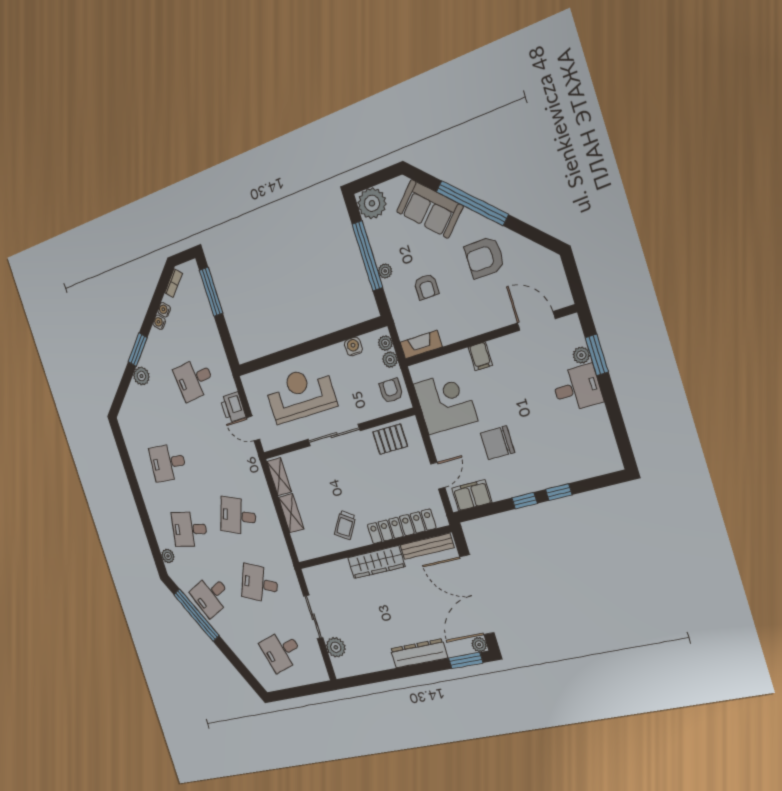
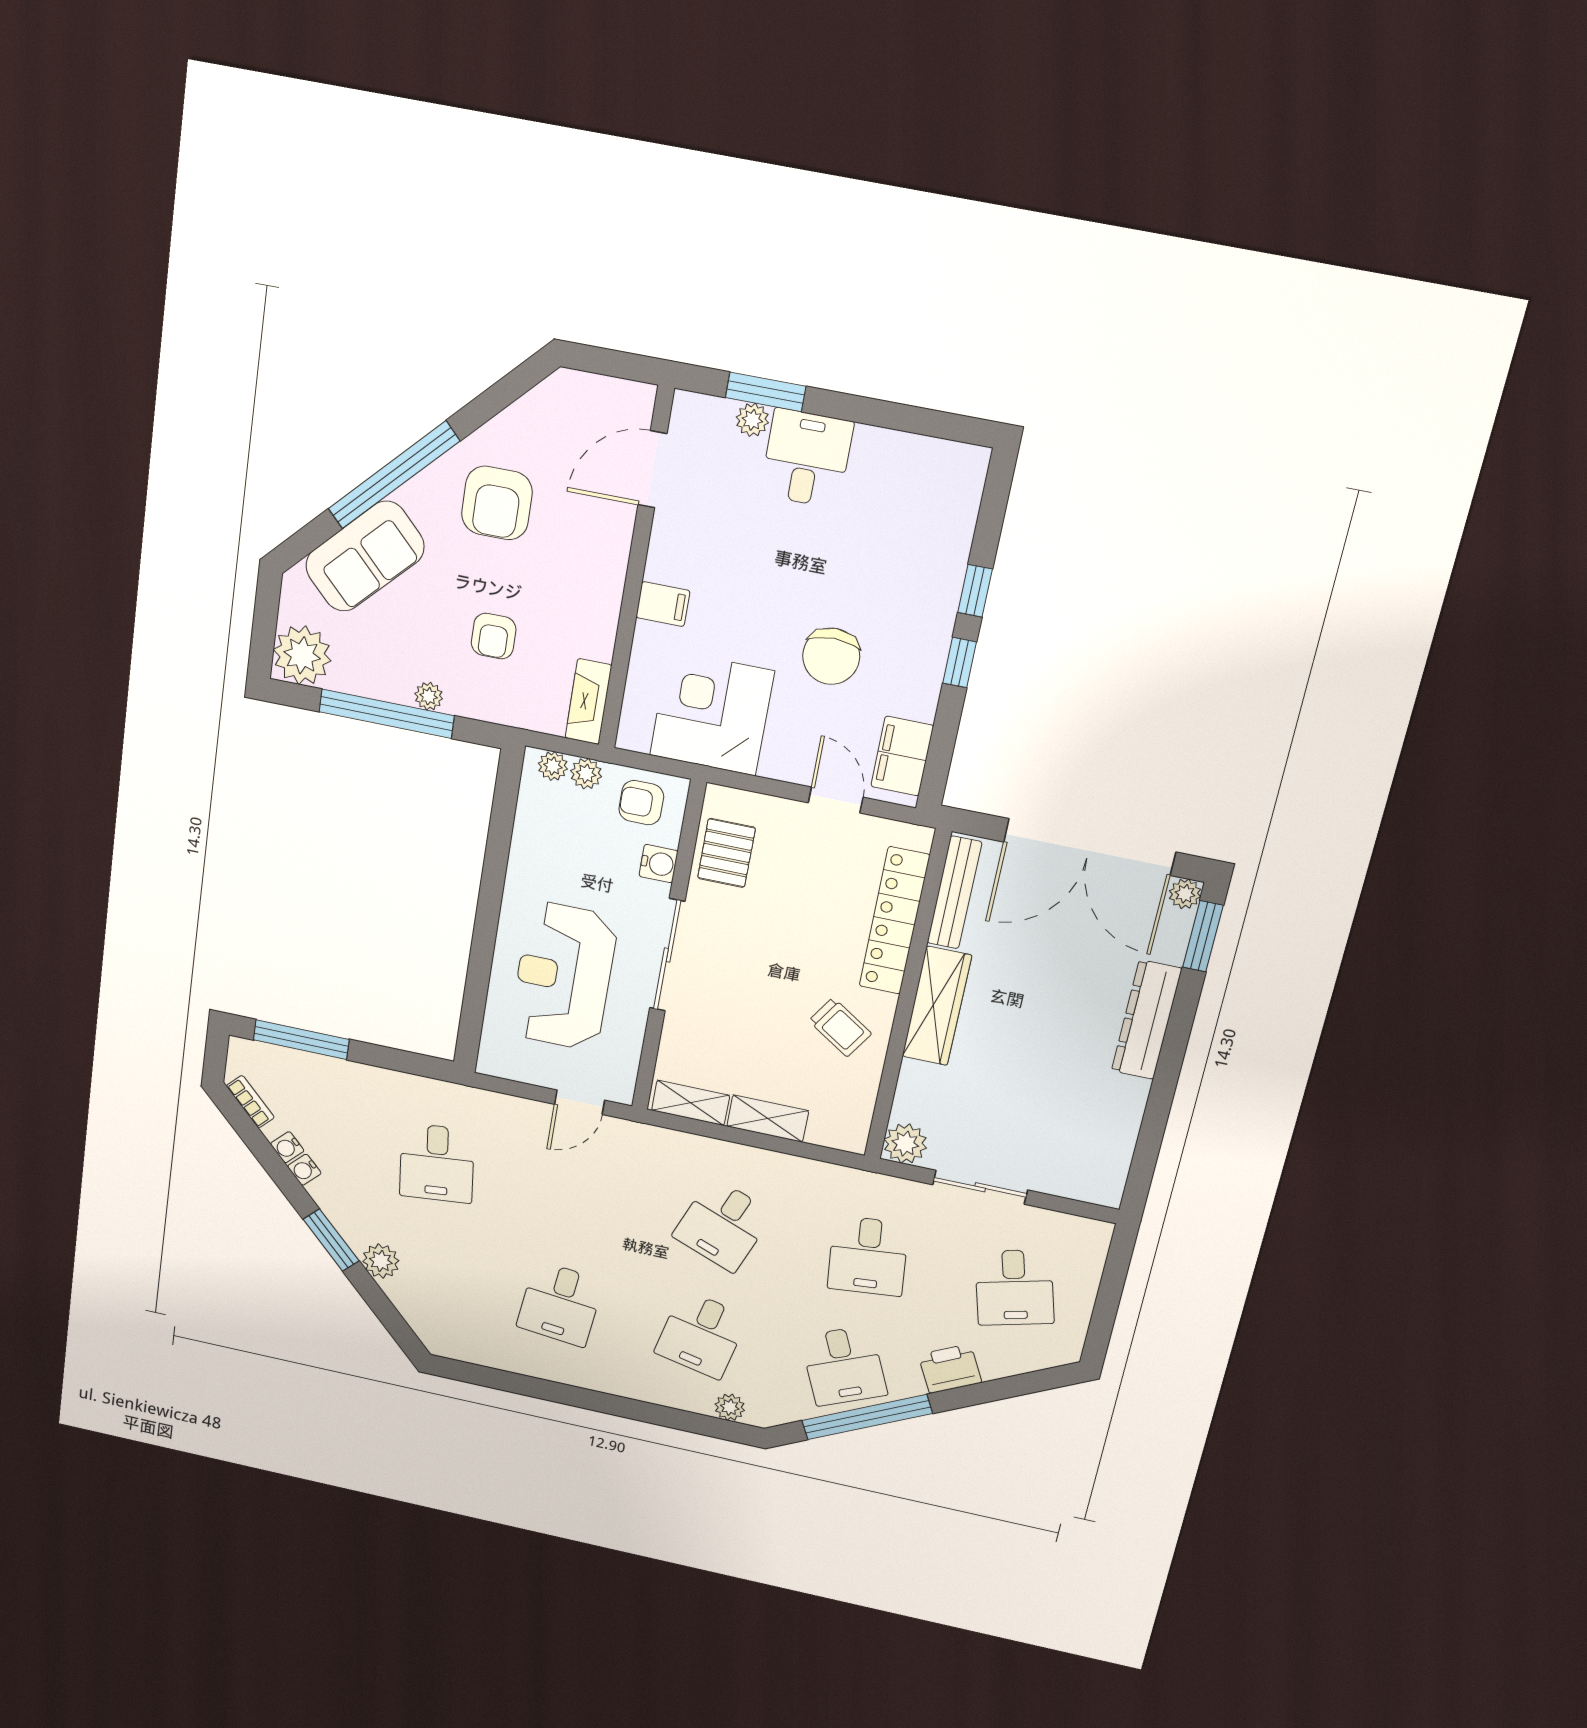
armchair: (426, 287) -> (494, 636), turned 90
water cooler: (353, 347) -> (659, 864), moved, turned 180
printer: (233, 407) -> (950, 1369), moved, turned 153
desk: (260, 584) -> (868, 1256), turned -30
plant: (336, 647) -> (905, 1144), moved

